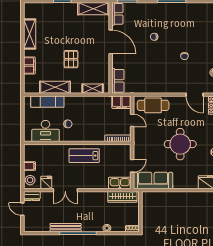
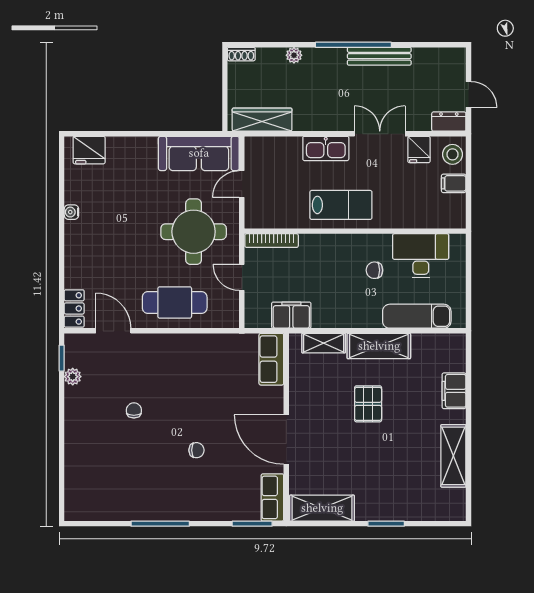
shelving: (55, 87) -> (379, 346), moved
filing cabinet: (121, 102) -> (291, 315), moved
cafe table: (153, 105) -> (175, 302), moved
round table: (180, 144) -> (194, 232), moved
kitchen sink: (120, 183) -> (326, 148), moved

